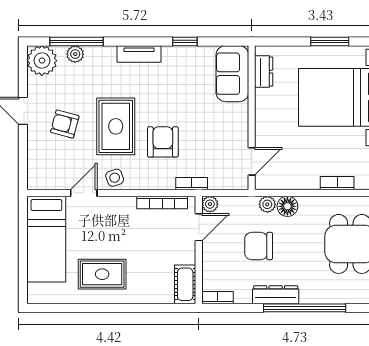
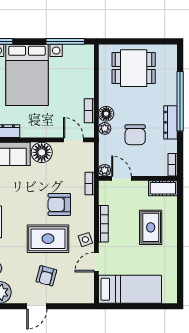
floor lamp: (234, 118) -> (42, 152), added
bookcase: (337, 183) -> (89, 111), moved
door: (84, 193) -> (96, 262), hinge flipped
bookcase: (162, 202) -> (103, 224), moved
rug: (102, 274) -> (151, 227), moved

